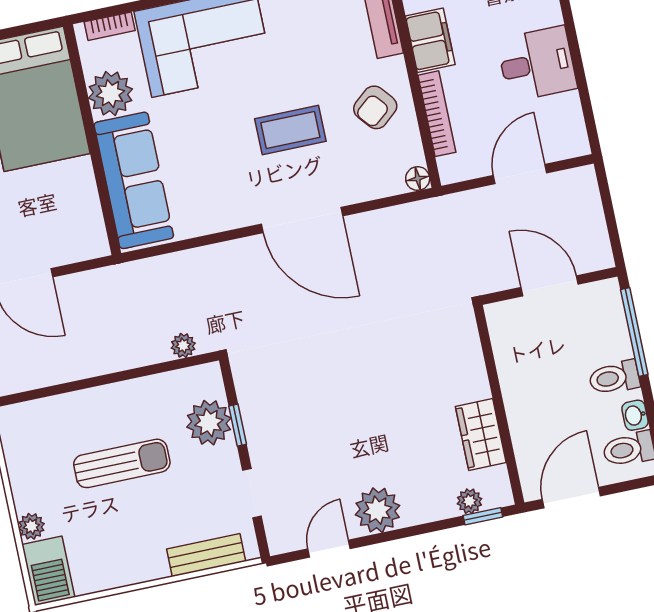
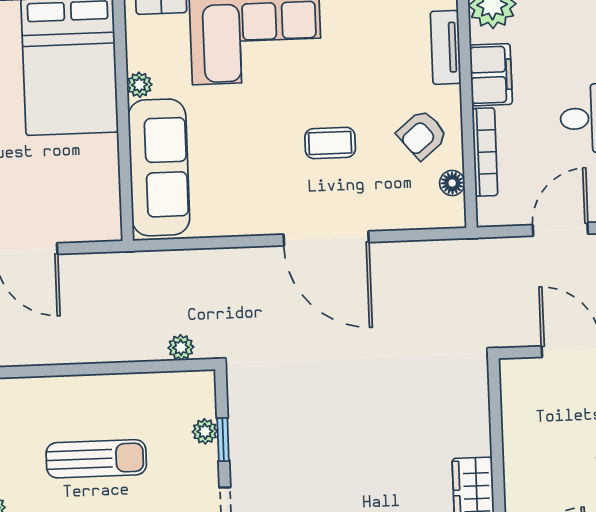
plant: (110, 94) -> (139, 85), width x0.53, depth x0.53
coffee table: (290, 130) -> (330, 143), width x0.73, depth x0.77
floor lamp: (418, 179) -> (452, 183), moved
plant: (209, 423) -> (205, 431), width x0.53, depth x0.53

